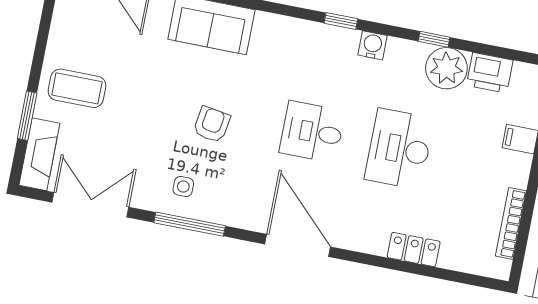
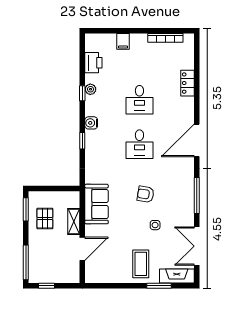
plant: (446, 68) -> (90, 89), width x0.53, depth x0.53
desk: (399, 149) -> (139, 100), width x0.73
side table: (183, 187) -> (155, 225), moved

